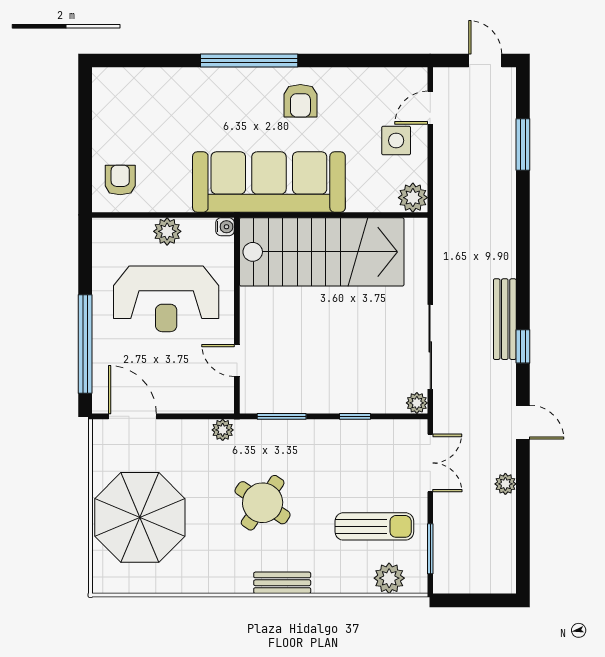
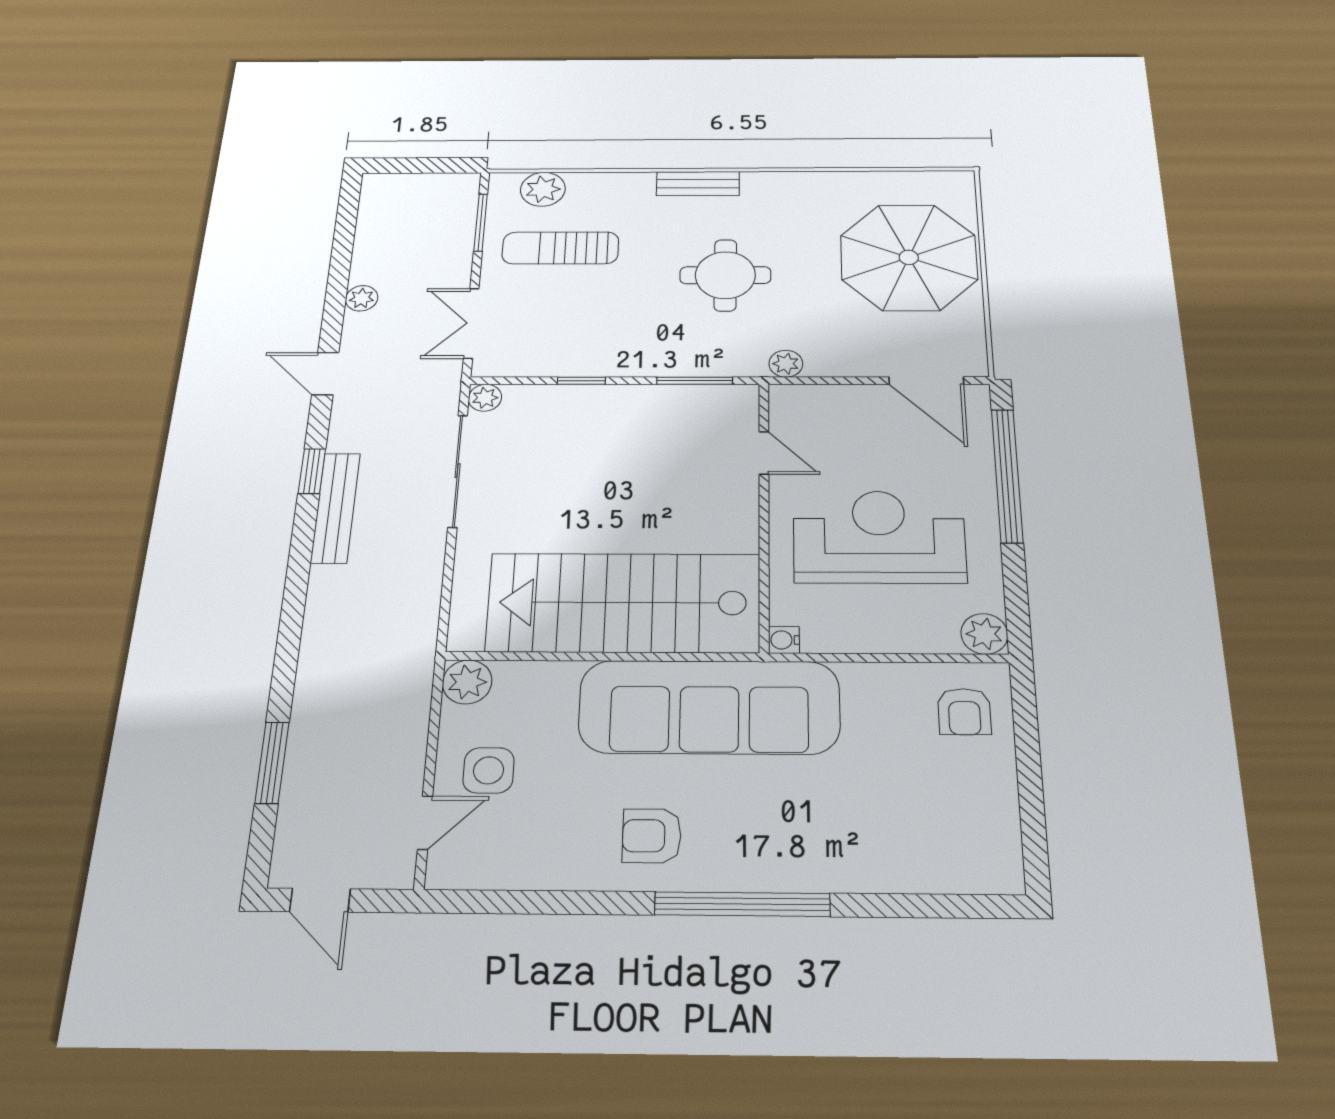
armchair: (300, 101) -> (652, 836), turned -90
plant: (167, 231) -> (984, 634), moved
round table: (263, 503) -> (725, 275), turned -34

